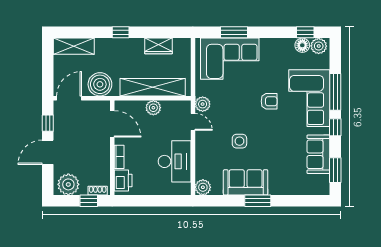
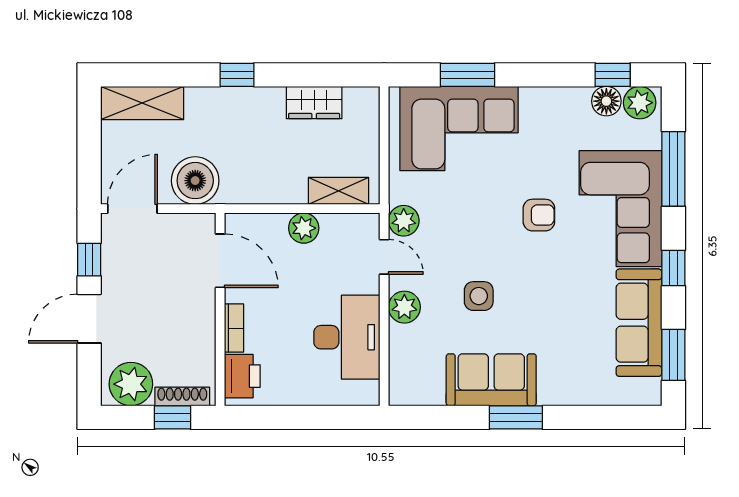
shelving: (153, 87) -> (338, 191), width x0.45, depth x0.75
window: (335, 92) -> (673, 169), moved
sofa: (318, 154) -> (639, 323), width x1.36
plant: (203, 187) -> (404, 307), moved
shoe rack: (98, 191) -> (182, 397), width x1.43

